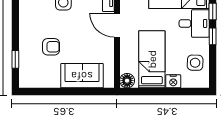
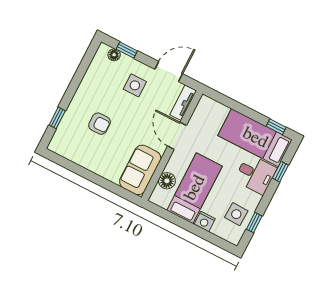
window: (213, 36) -> (254, 223), moved
sofa: (82, 76) -> (140, 170), moved, turned -90
floor lamp: (127, 81) -> (167, 181), moved

